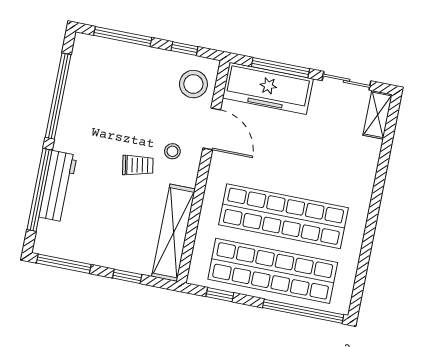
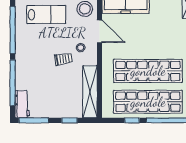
lab bench: (123, 80) -> (46, 15), added
workbench: (58, 186) -> (22, 104), moved, width x0.73
window: (220, 295) -> (132, 120), moved

